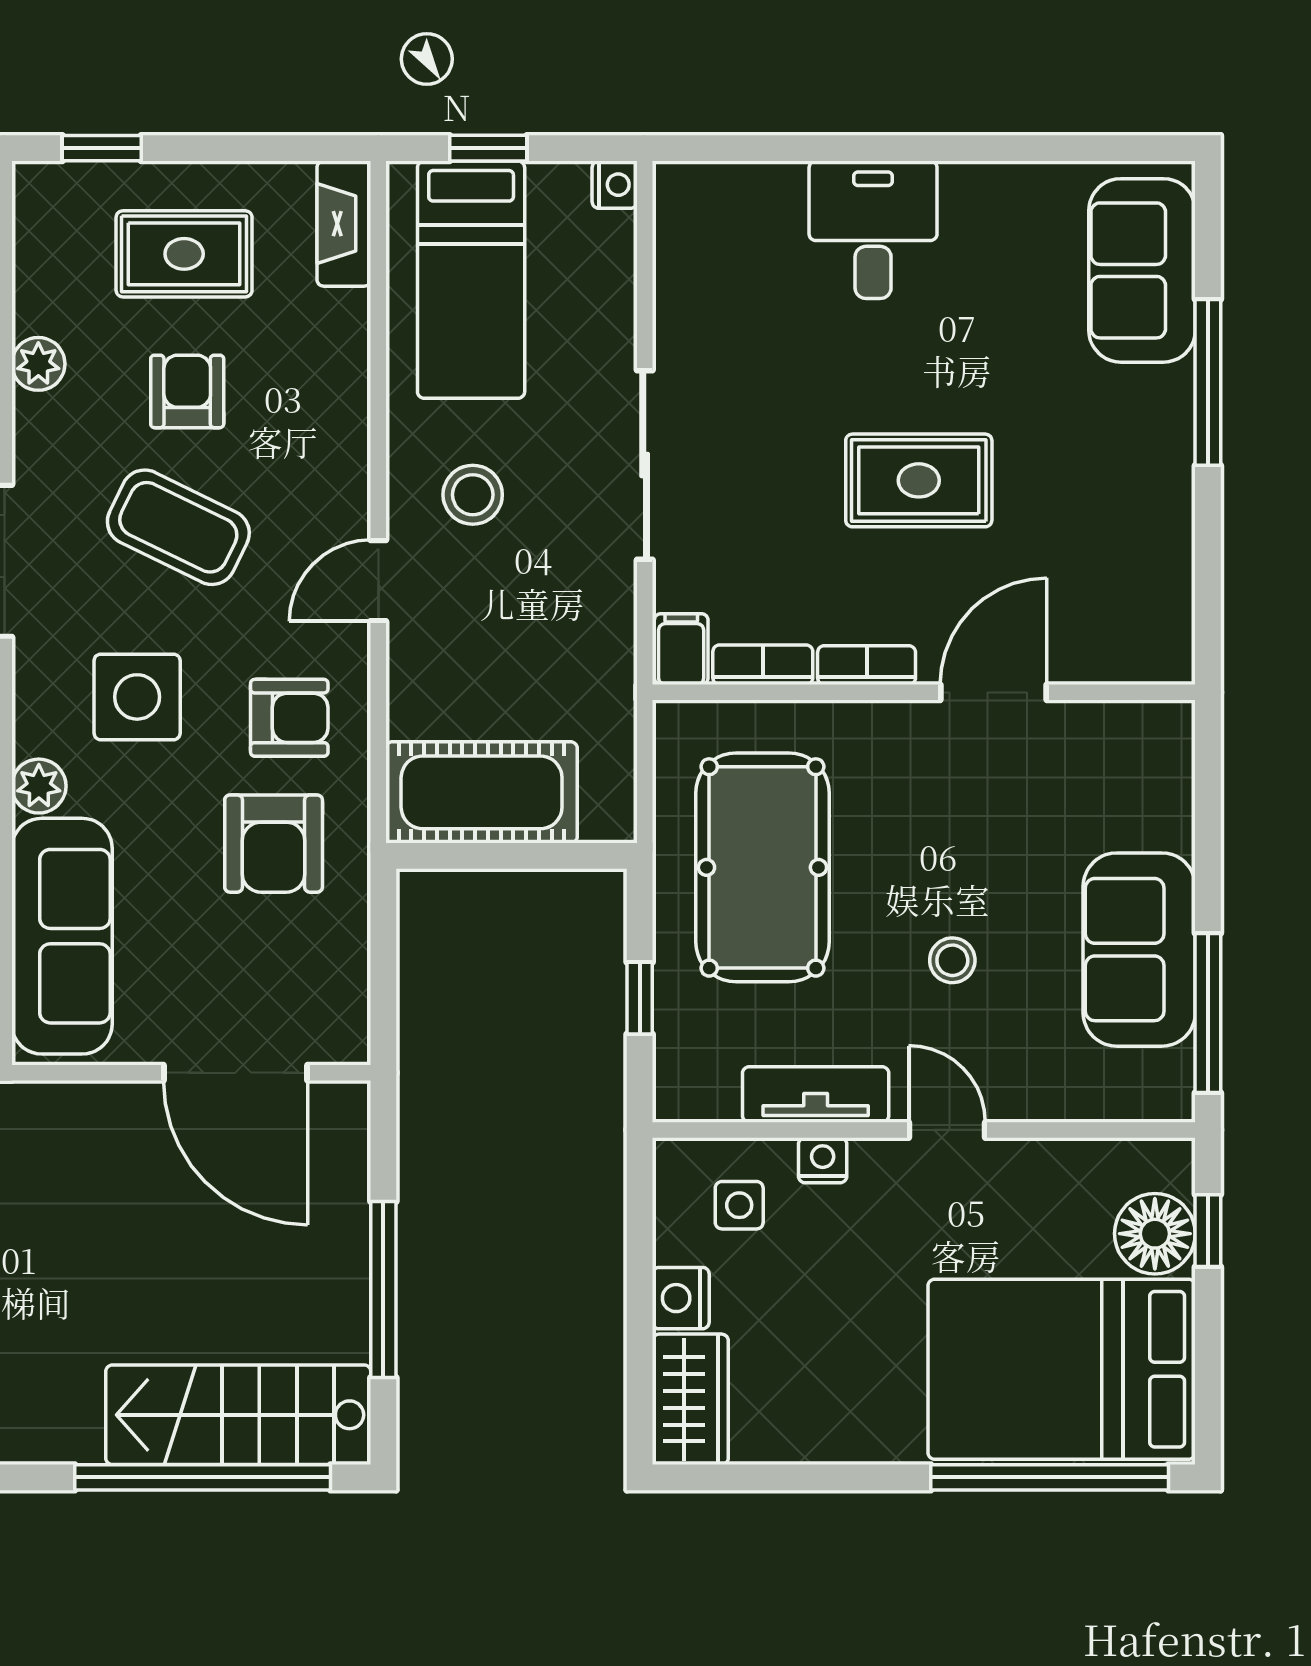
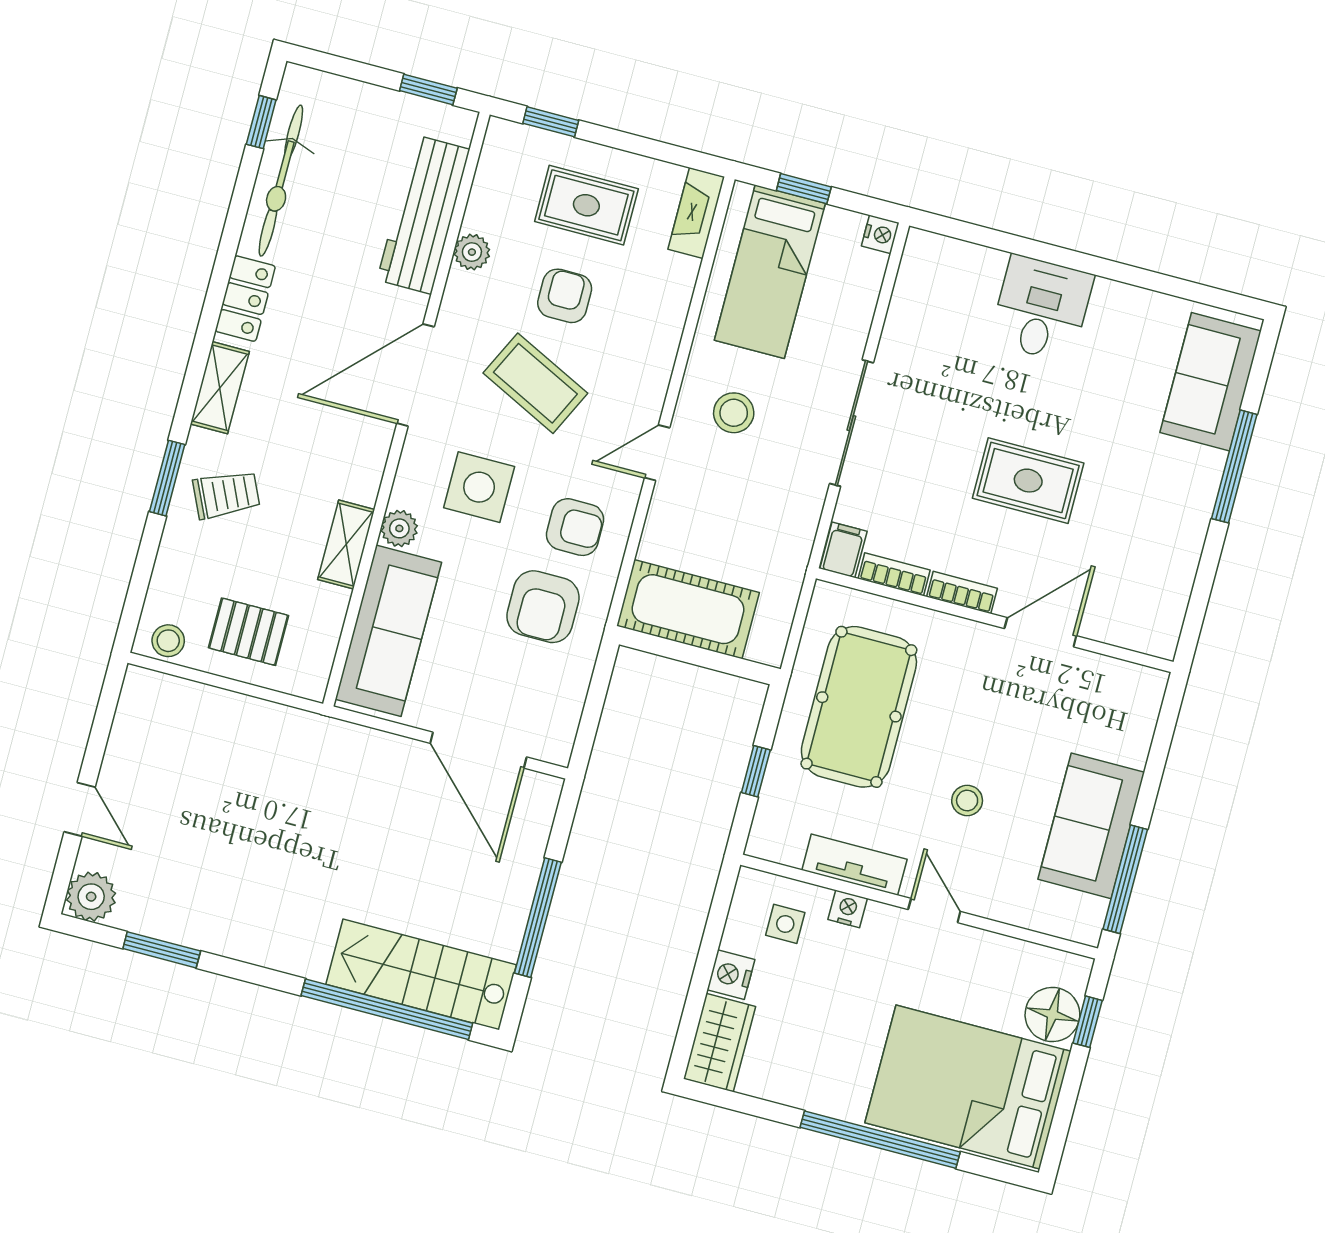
window: (1050, 1477) -> (880, 1140), moved

